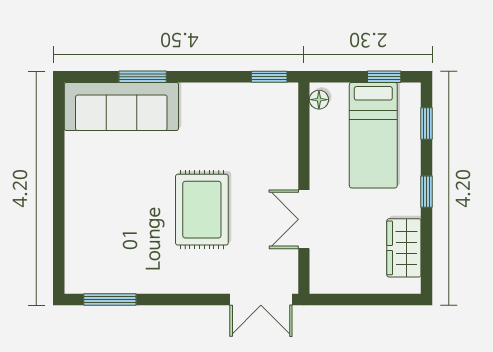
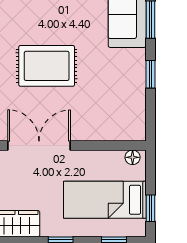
window: (269, 77) -> (151, 74), moved
double door: (304, 219) -> (39, 146), width x1.37

